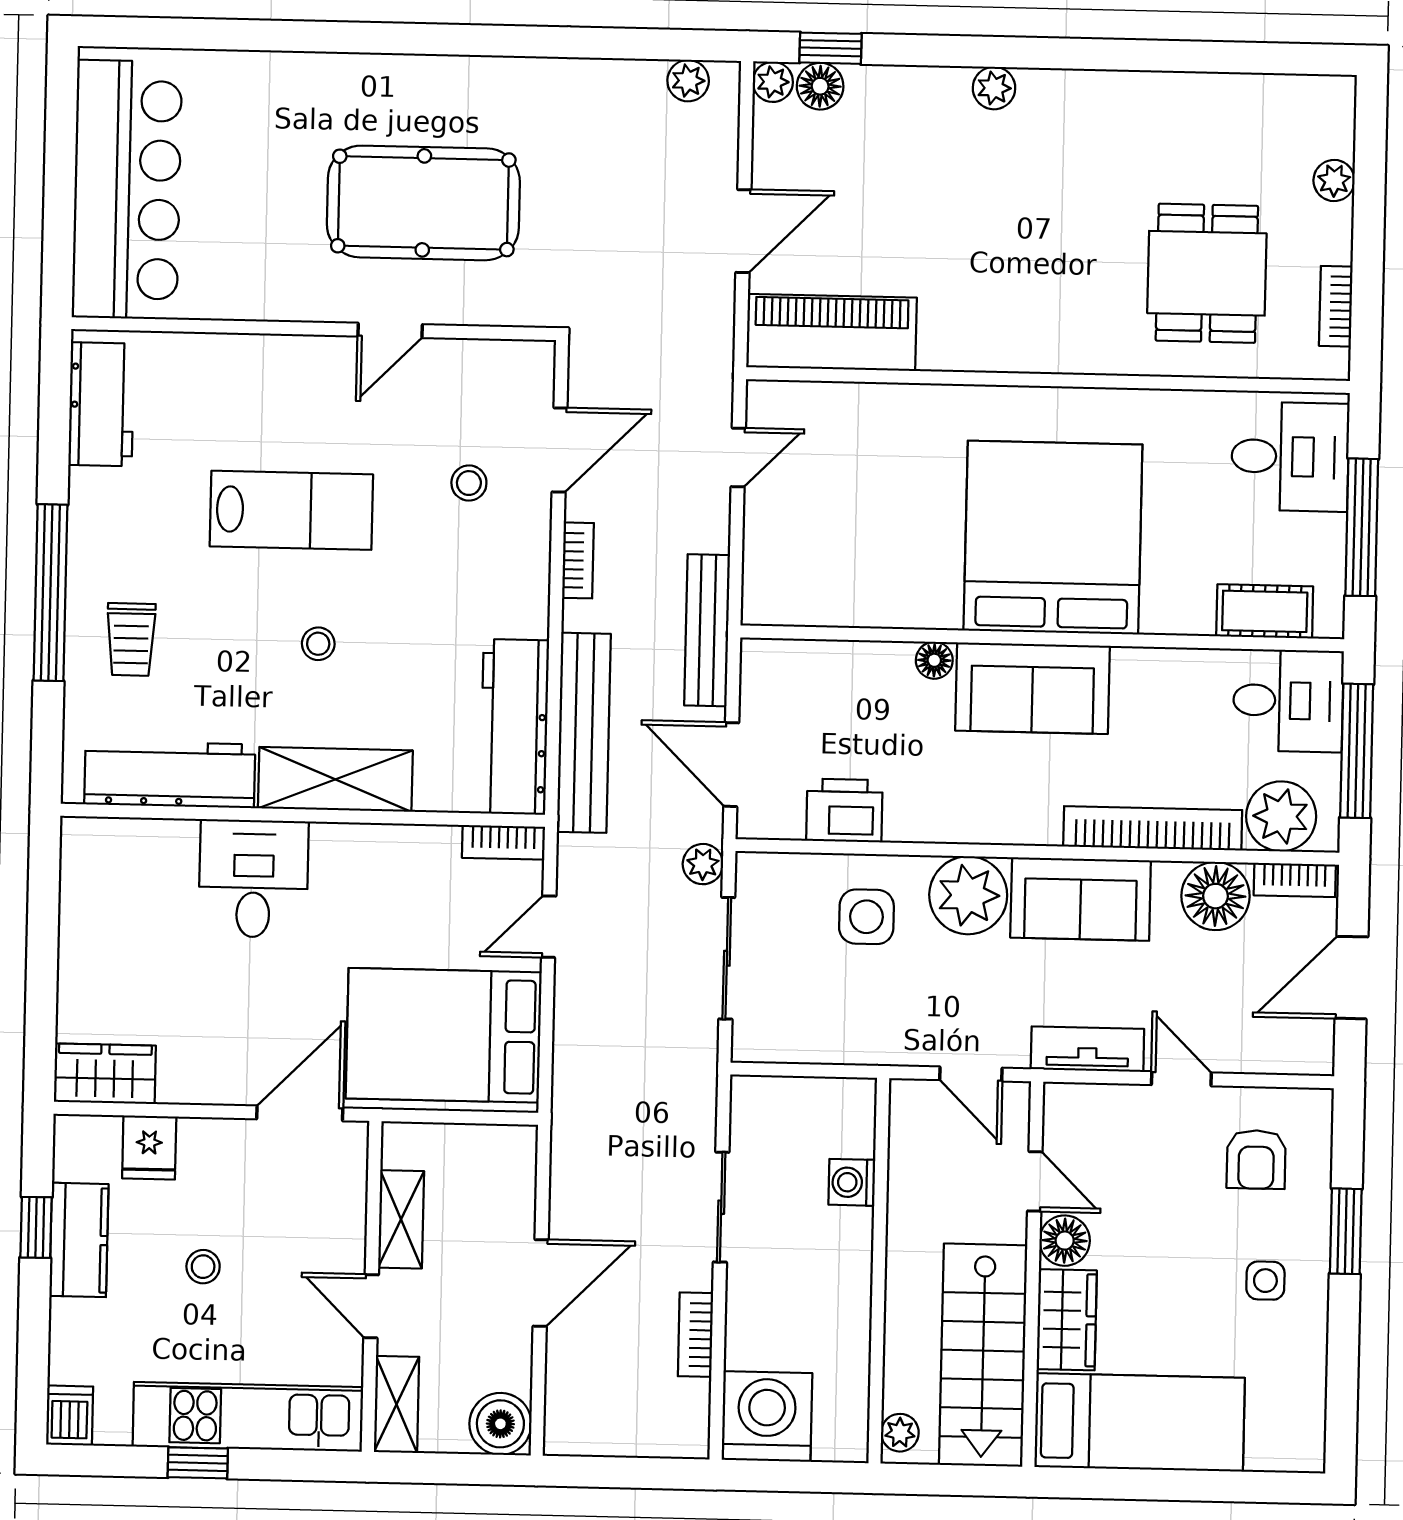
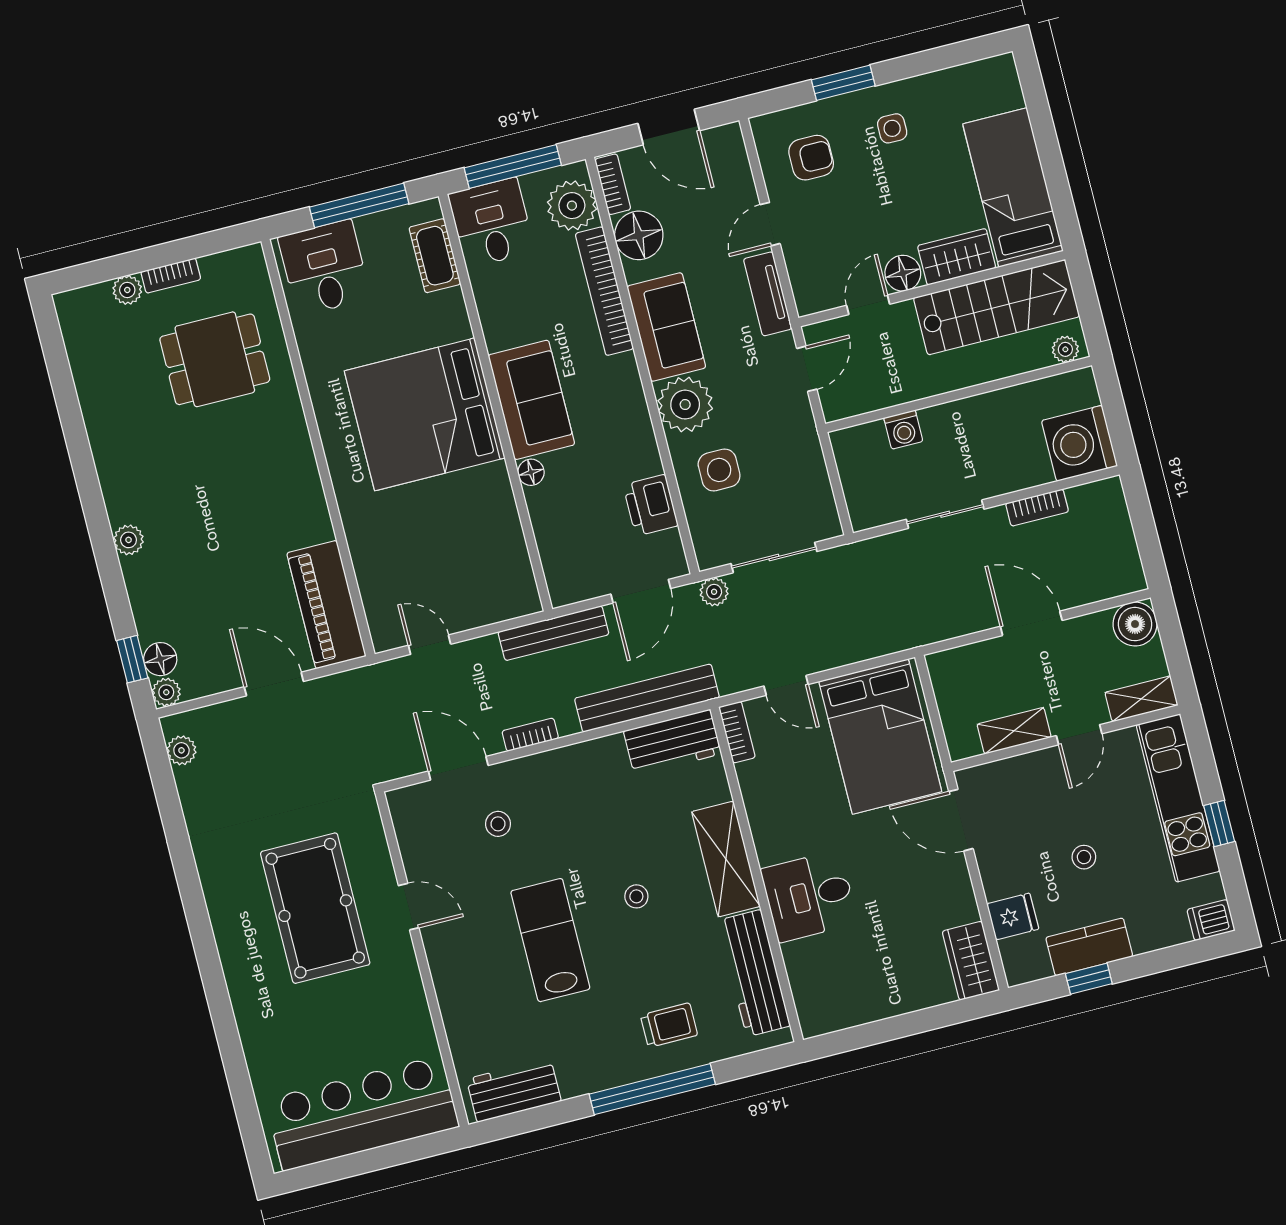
bookcase: (1336, 306) -> (171, 276), moved
workbench: (514, 727) -> (672, 742), width x0.73

